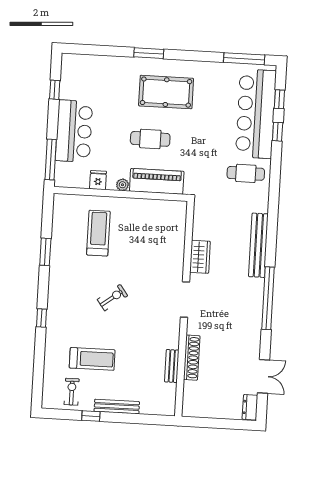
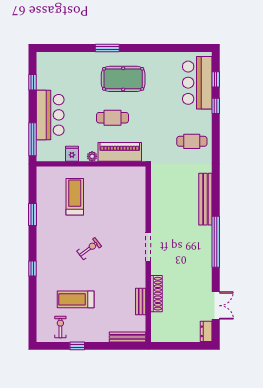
window: (244, 59) -> (185, 48), removed
bar counter: (256, 114) -> (197, 83), width x0.73
wardrobe: (200, 257) -> (158, 211), removed
treadmill: (92, 359) -> (76, 299), turned 180
bench: (117, 407) -> (128, 337), moved

